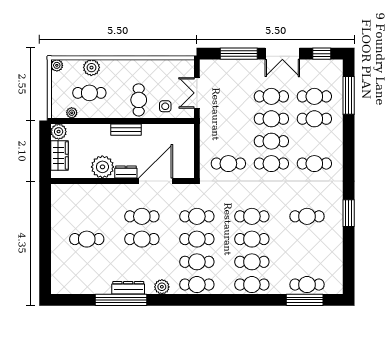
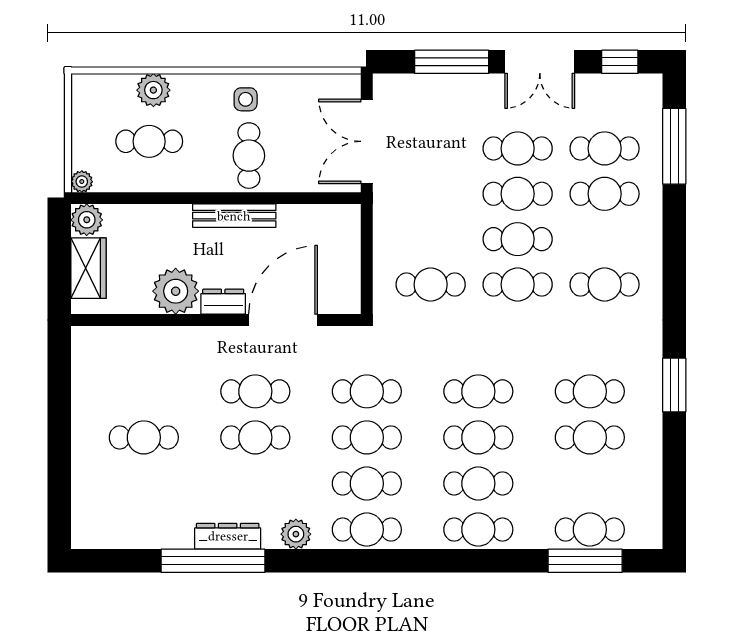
plant: (57, 65) -> (83, 86), removed
double door: (197, 93) -> (367, 141), width x1.37
side table: (165, 106) -> (246, 99), moved
plant: (72, 113) -> (82, 182), moved
bench: (126, 130) -> (234, 216), width x1.36
cafe table: (307, 239) -> (590, 437), added

